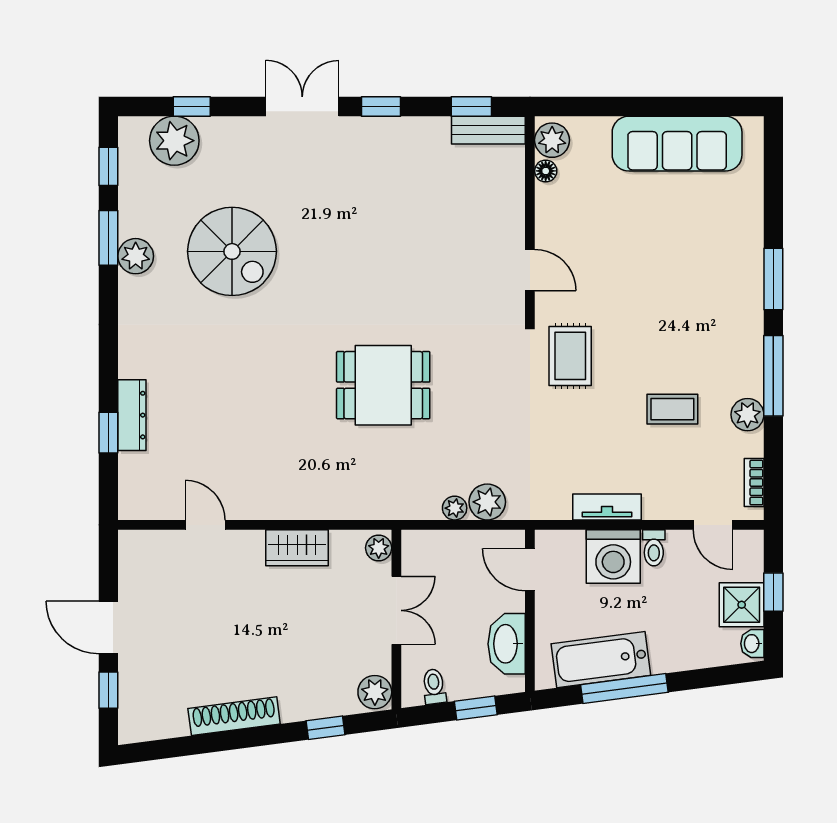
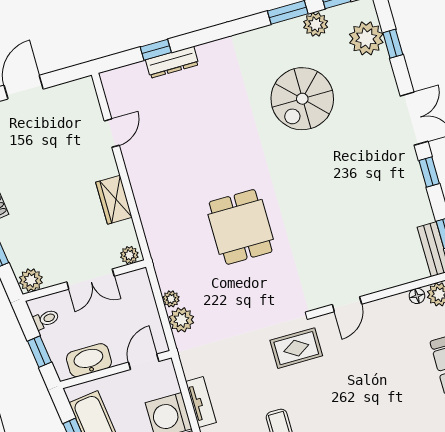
plant: (136, 256) -> (316, 24), moved

